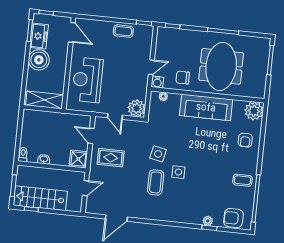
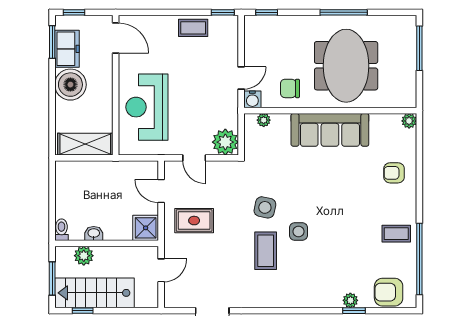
plant: (254, 111) -> (409, 121), width x0.53, depth x0.53
armchair: (245, 140) -> (394, 173), turned 90
plant: (36, 173) -> (84, 256), added

